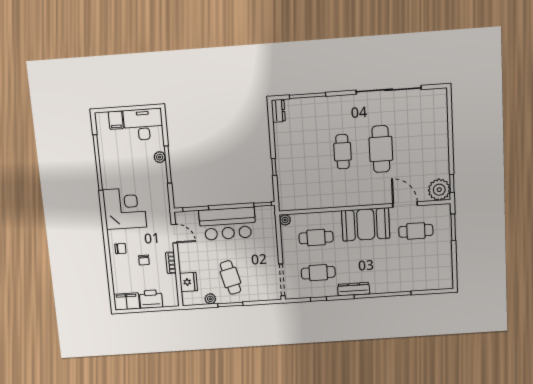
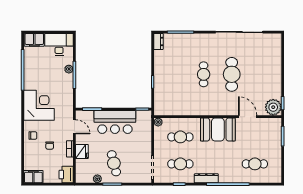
filing cabinet: (116, 120) -> (34, 40), width x2.00
cafe table: (416, 231) -> (255, 164), moved
fridge: (189, 282) -> (82, 151), moved
printer: (151, 299) -> (66, 175), moved, turned -90

